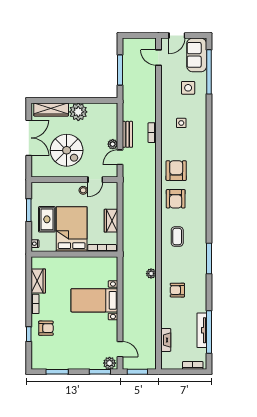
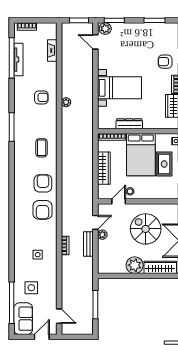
wardrobe: (111, 221) -> (104, 168), width x1.50
dresser: (84, 262) -> (129, 124), added
plant: (151, 274) -> (66, 102), moved

